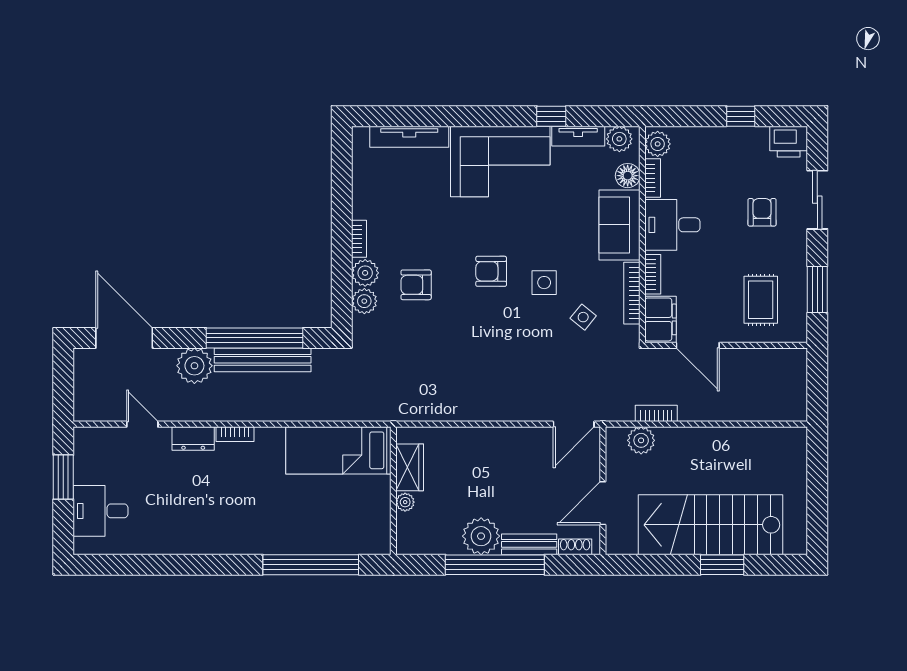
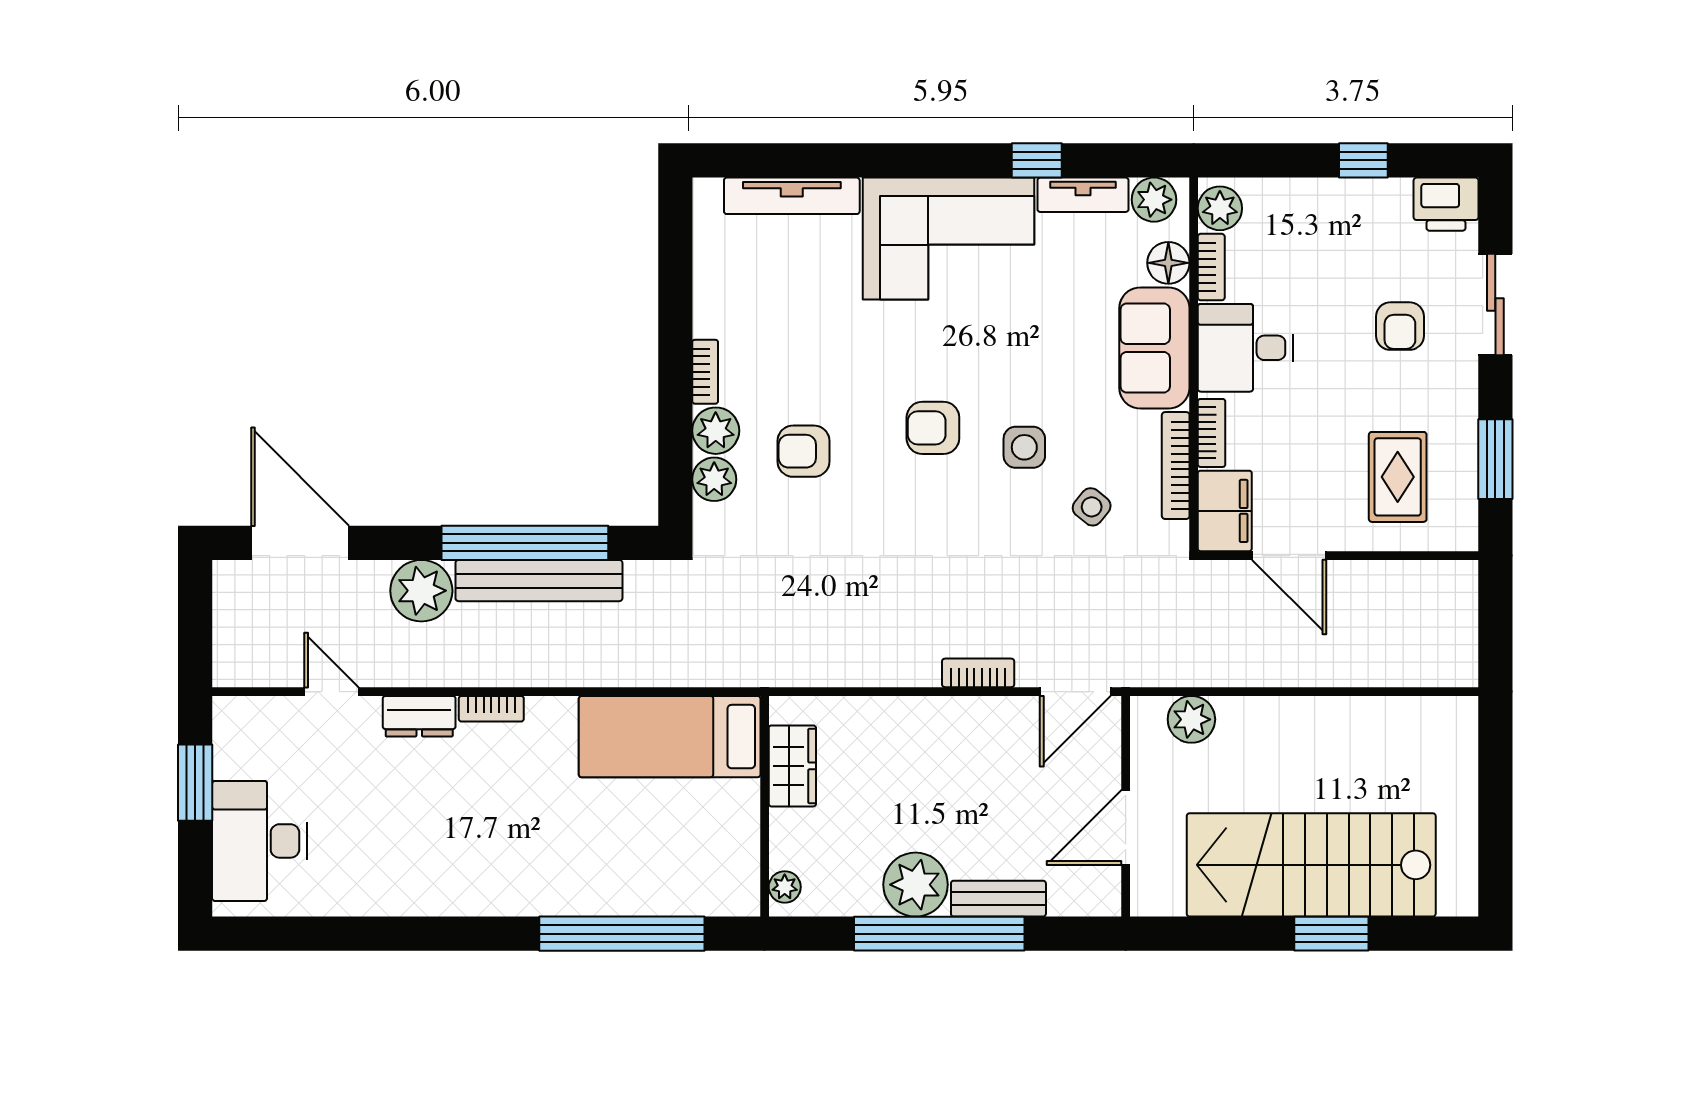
armchair: (762, 212) -> (1400, 326), turned 180
bookcase: (656, 413) -> (978, 673), moved
plant: (405, 502) -> (785, 887), moved
desk: (101, 511) -> (259, 841), width x1.37
shoe rack: (575, 547) -> (1078, 903), removed

